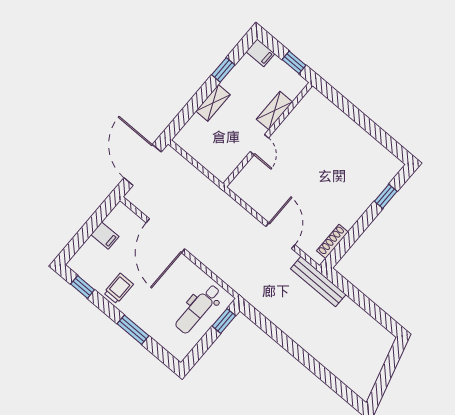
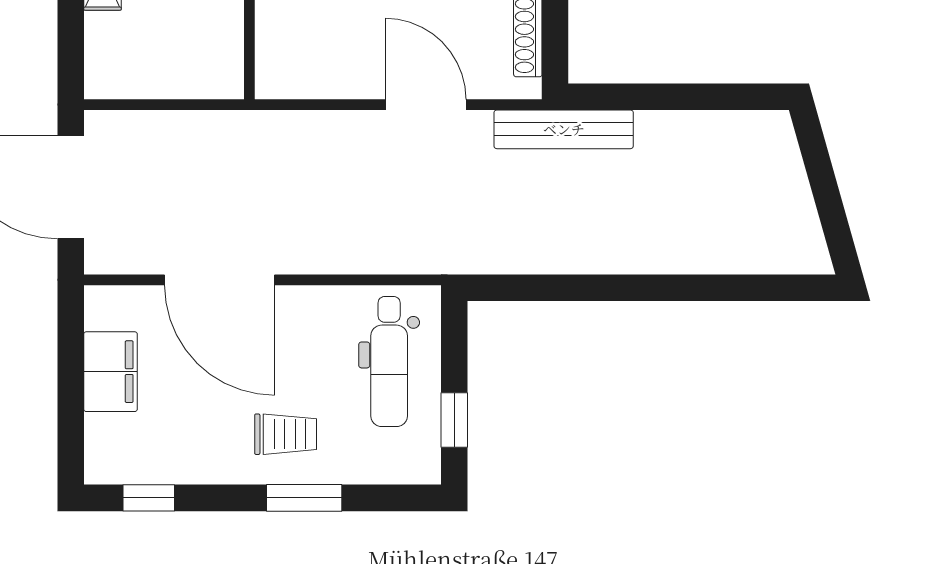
filing cabinet: (105, 236) -> (111, 372), width x2.00
trolley: (118, 289) -> (286, 434), moved, turned 90
window: (224, 321) -> (454, 420), moved

